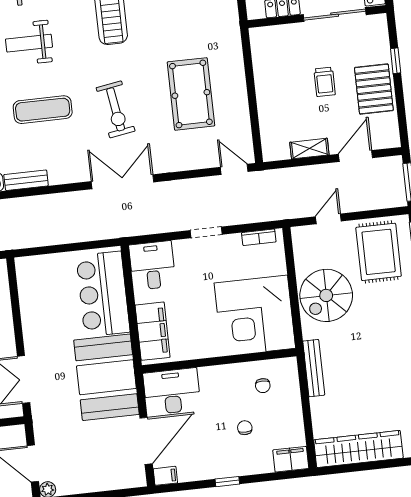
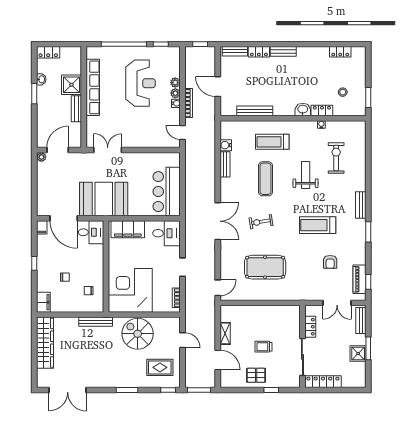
pallet: (374, 89) -> (256, 375), width x0.67, depth x0.71
exercise bike: (116, 109) -> (261, 222), width x0.73, depth x0.72
rug: (379, 252) -> (160, 367), width x0.73, depth x0.70
bar counter: (103, 294) -> (167, 192), moved, turned -90
desk: (172, 391) -> (91, 232), width x0.73

